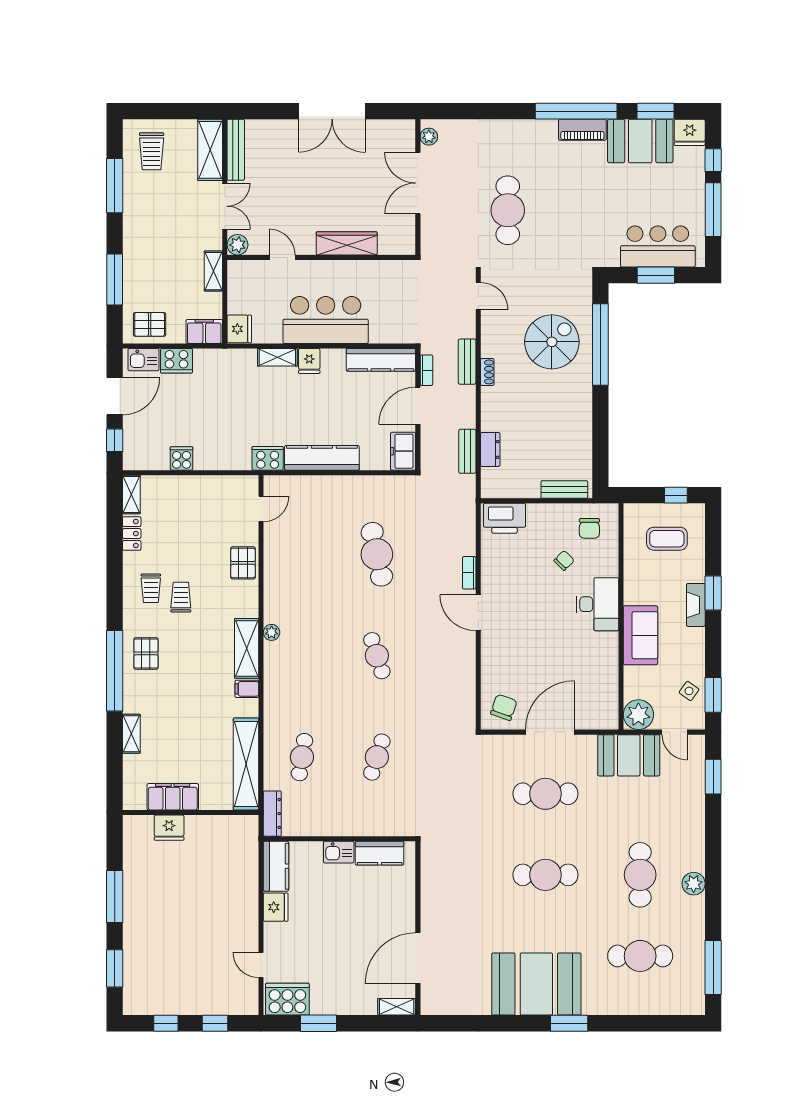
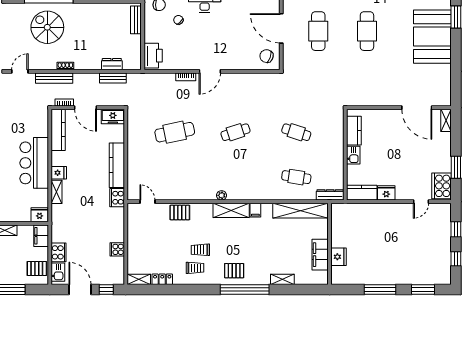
pallet: (150, 324) -> (37, 269), turned 90
bench: (467, 362) -> (54, 78), width x1.36

